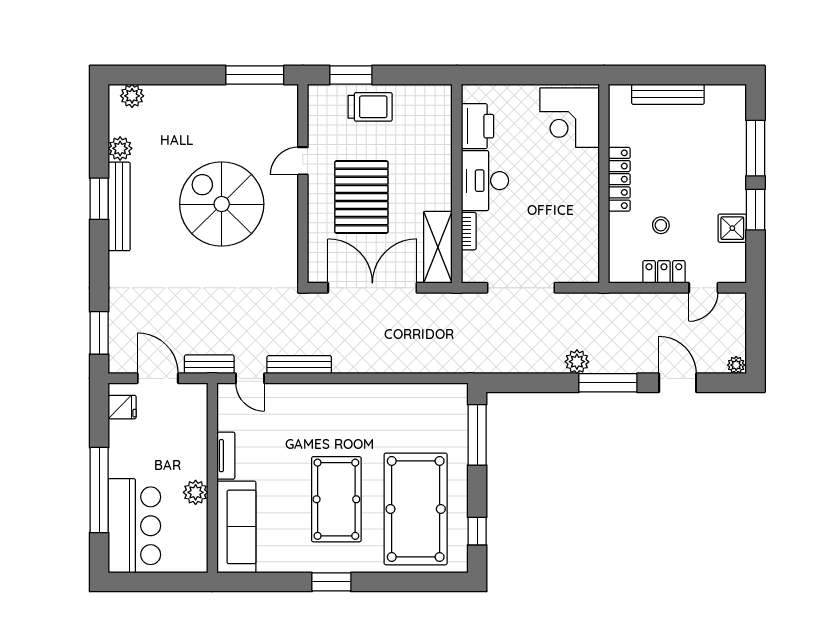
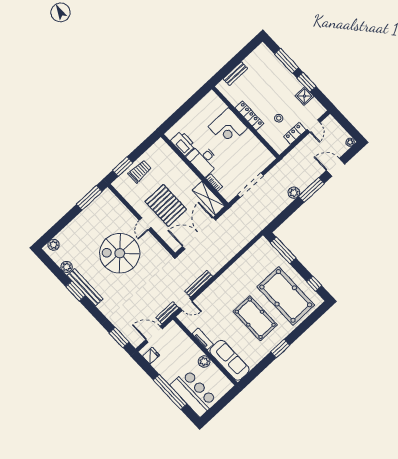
bench: (668, 94) -> (235, 74), width x0.73
corner desk: (570, 118) -> (228, 127), moved
door: (303, 161) -> (145, 224), moved

